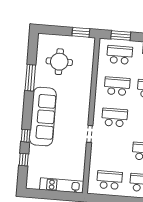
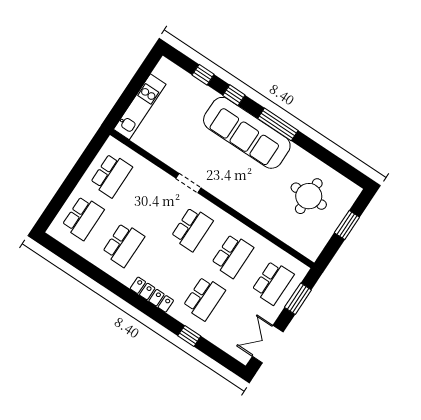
window: (81, 32) -> (347, 225), moved
window: (30, 78) -> (278, 124), moved

